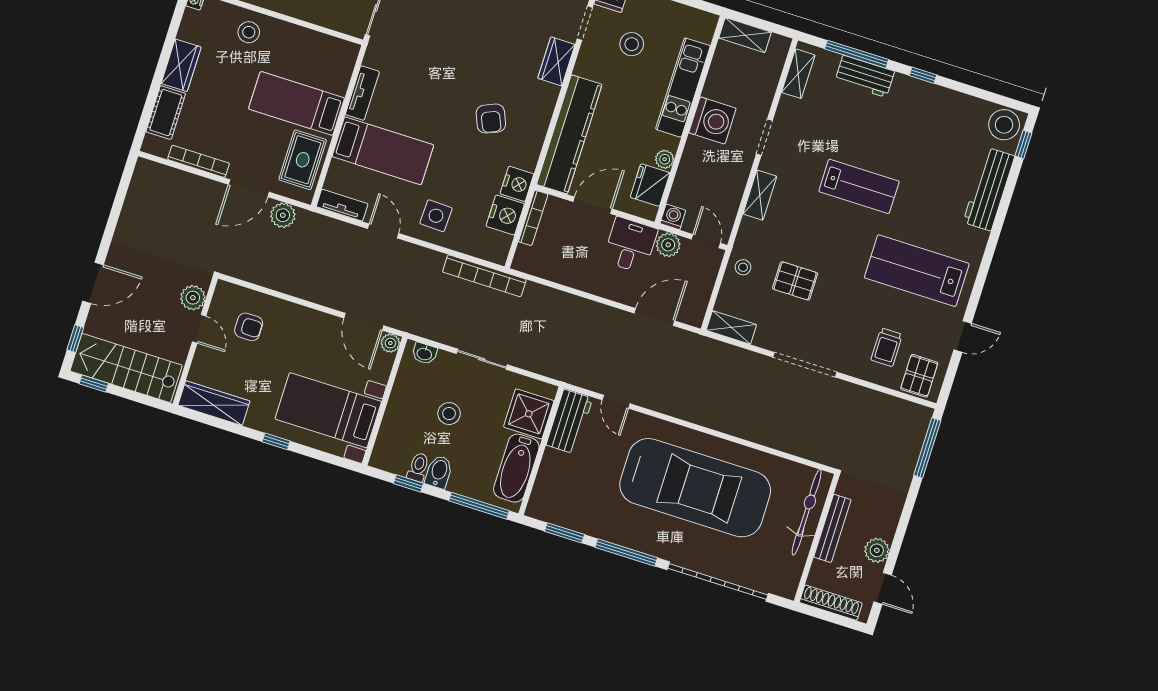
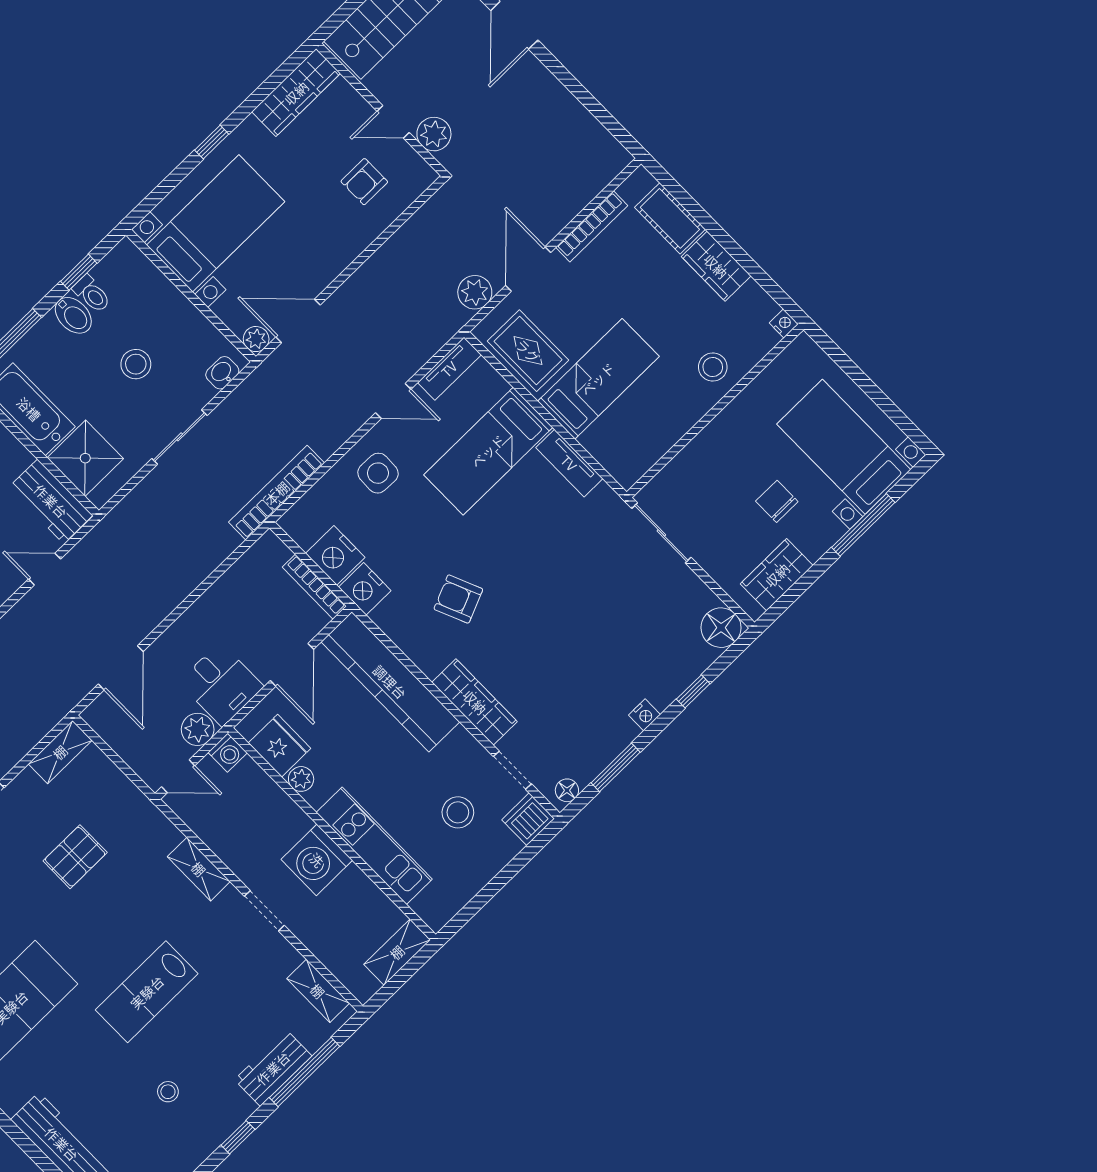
wardrobe: (556, 61) -> (475, 702), width x1.50
stool: (743, 267) -> (168, 1092), moved

